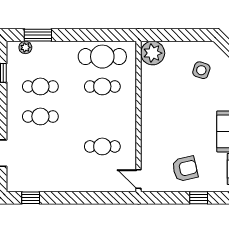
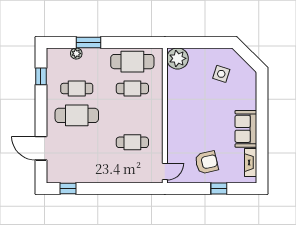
window: (38, 35) -> (89, 42), moved
plant: (25, 47) -> (76, 53), moved
cafe table: (40, 116) -> (77, 115), width x1.37, depth x1.35
door: (138, 179) -> (165, 172), swing flipped

